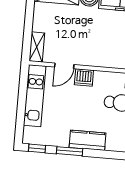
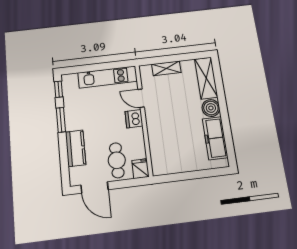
shelving: (37, 47) -> (166, 68), moved
kitchen counter: (88, 140) -> (75, 148), moved

